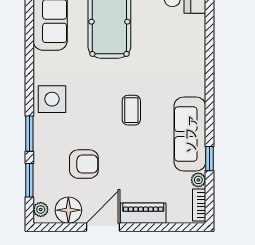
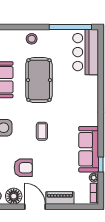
coffee table: (131, 110) -> (42, 131), moved
door: (103, 227) -> (35, 207), hinge flipped

